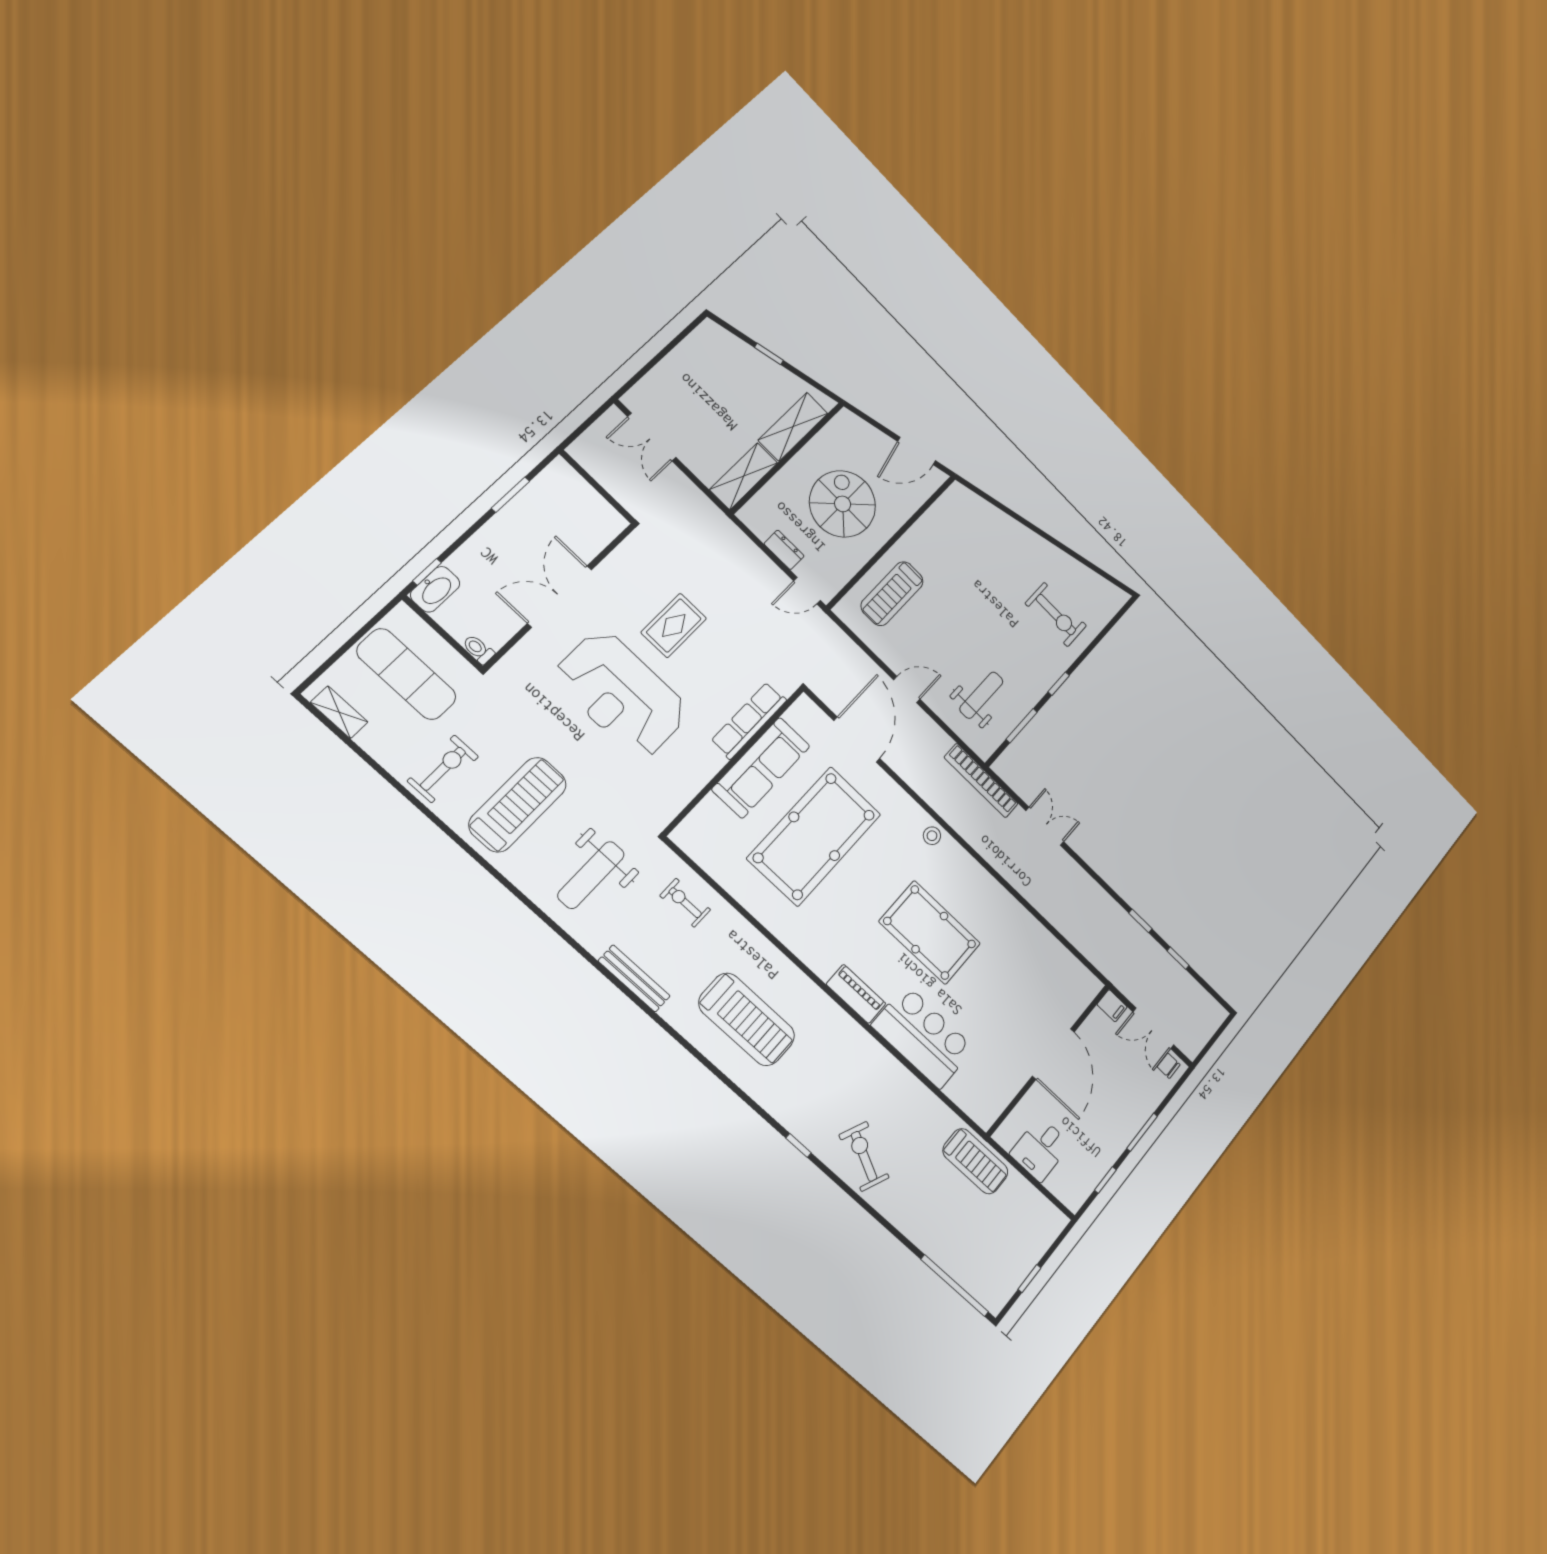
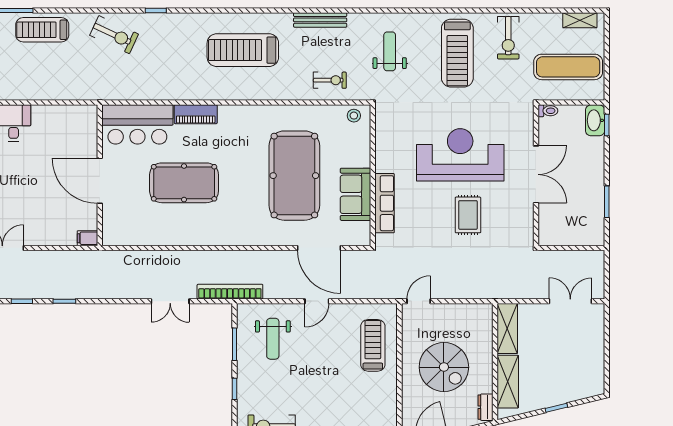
dresser: (784, 550) -> (485, 407), moved, turned 90
sofa: (761, 768) -> (355, 194), width x0.73
stool: (932, 836) -> (354, 116), moved
weight bench: (591, 875) -> (390, 51), width x0.73, depth x0.75
filing cabinet: (1112, 1006) -> (87, 238), moved
door: (1053, 1054) -> (100, 181), moved
wall: (1049, 1060) -> (100, 175), moved
treadmill: (975, 1161) -> (42, 30), moved

